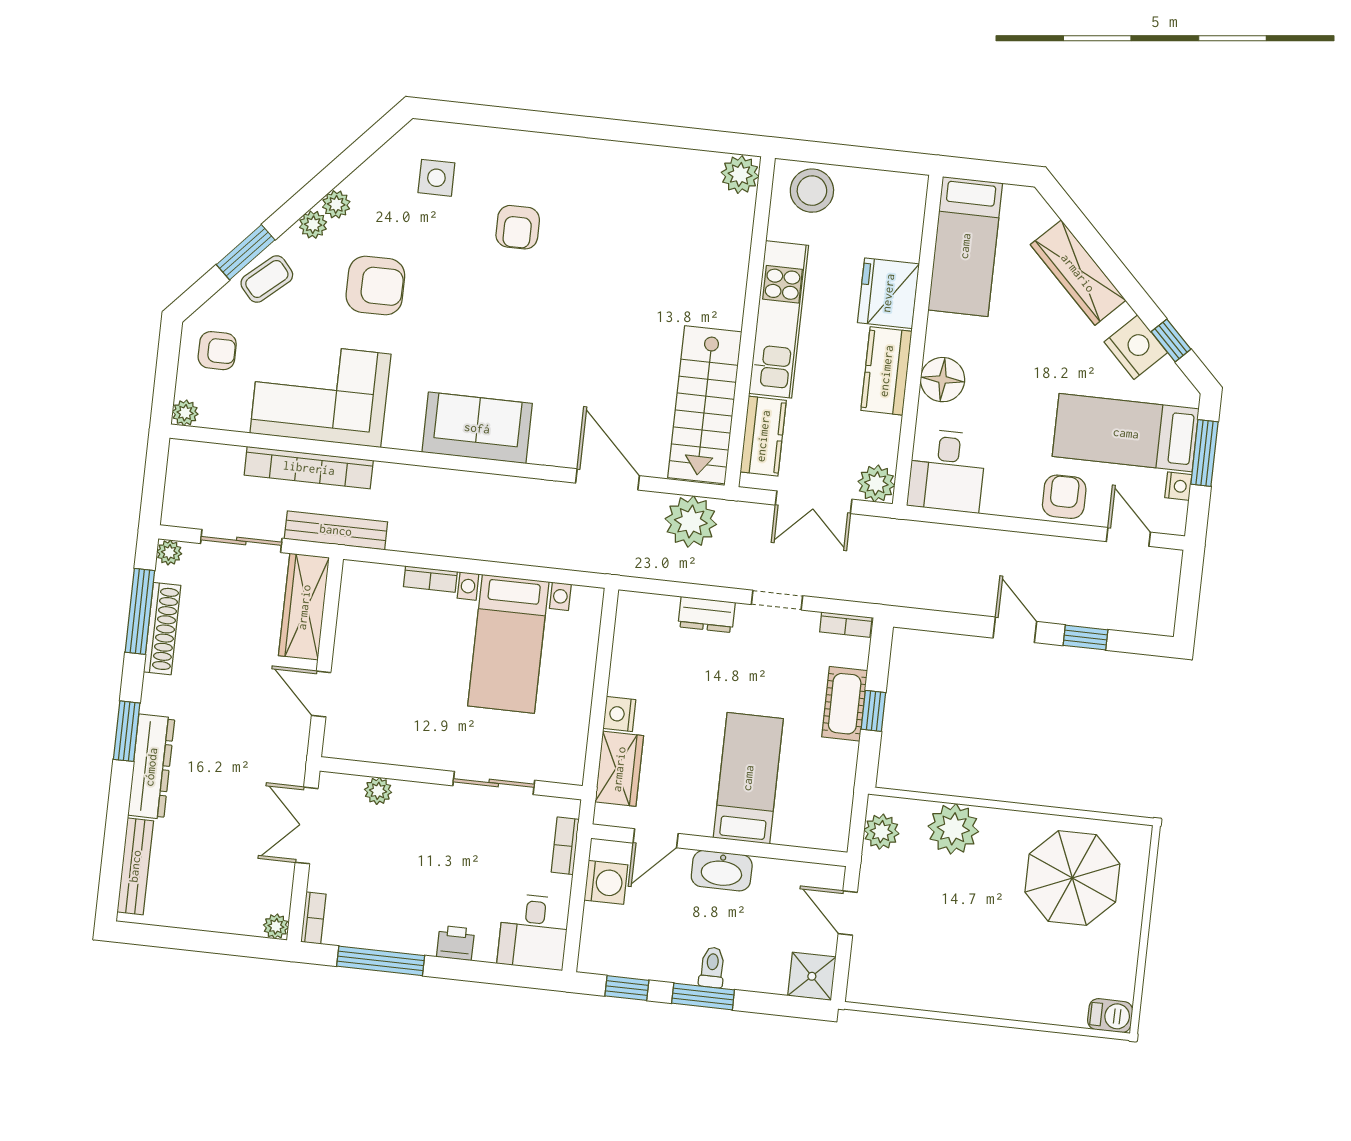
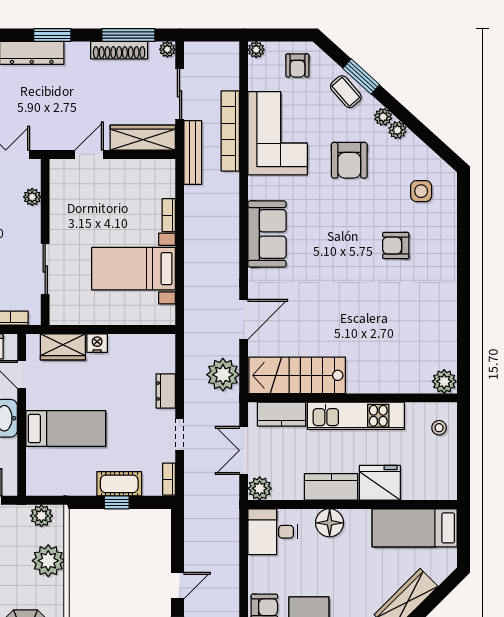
stool: (812, 191) -> (439, 428), width x0.53, depth x0.53

